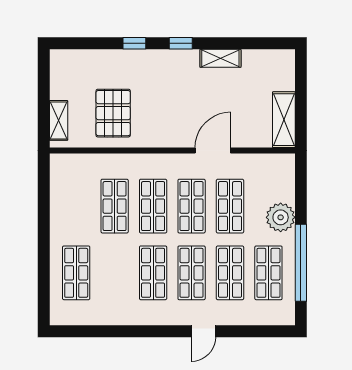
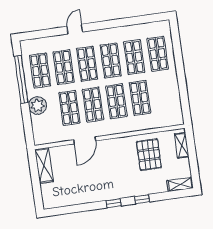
shelving: (220, 58) -> (180, 184), moved
shop shelf: (115, 273) -> (134, 57), added

